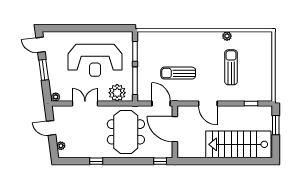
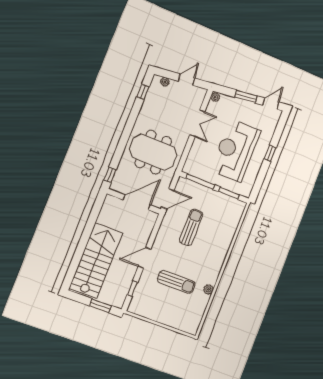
window: (85, 28) -> (270, 153), added
plant: (117, 93) -> (195, 159), removed
door: (208, 103) -> (145, 258), moved
window: (96, 161) -> (143, 92), moved

